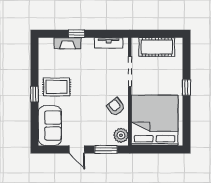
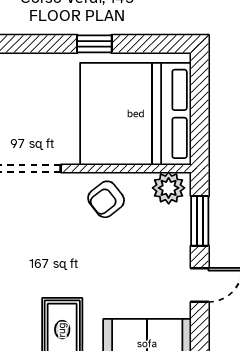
window: (186, 88) -> (94, 44), moved

